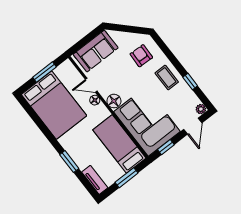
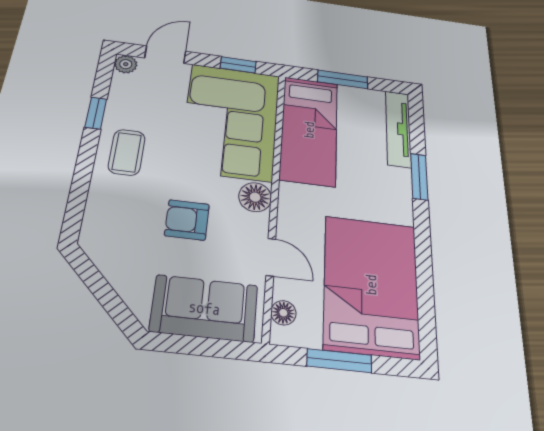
armchair: (141, 56) -> (187, 220), moved, turned 88
floor lamp: (95, 100) -> (283, 313), moved
tv unit: (95, 180) -> (398, 129), width x1.41

